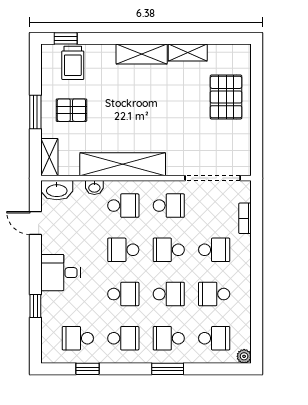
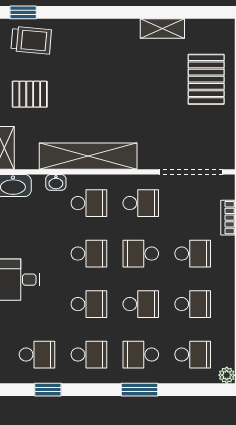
shelving: (142, 54) -> (110, 30), removed
trolley: (73, 63) -> (31, 40), turned -85
school desk: (123, 250) -> (89, 254), turned 180
school desk: (214, 294) -> (193, 304), turned 180
school desk: (78, 338) -> (37, 355), turned 180

